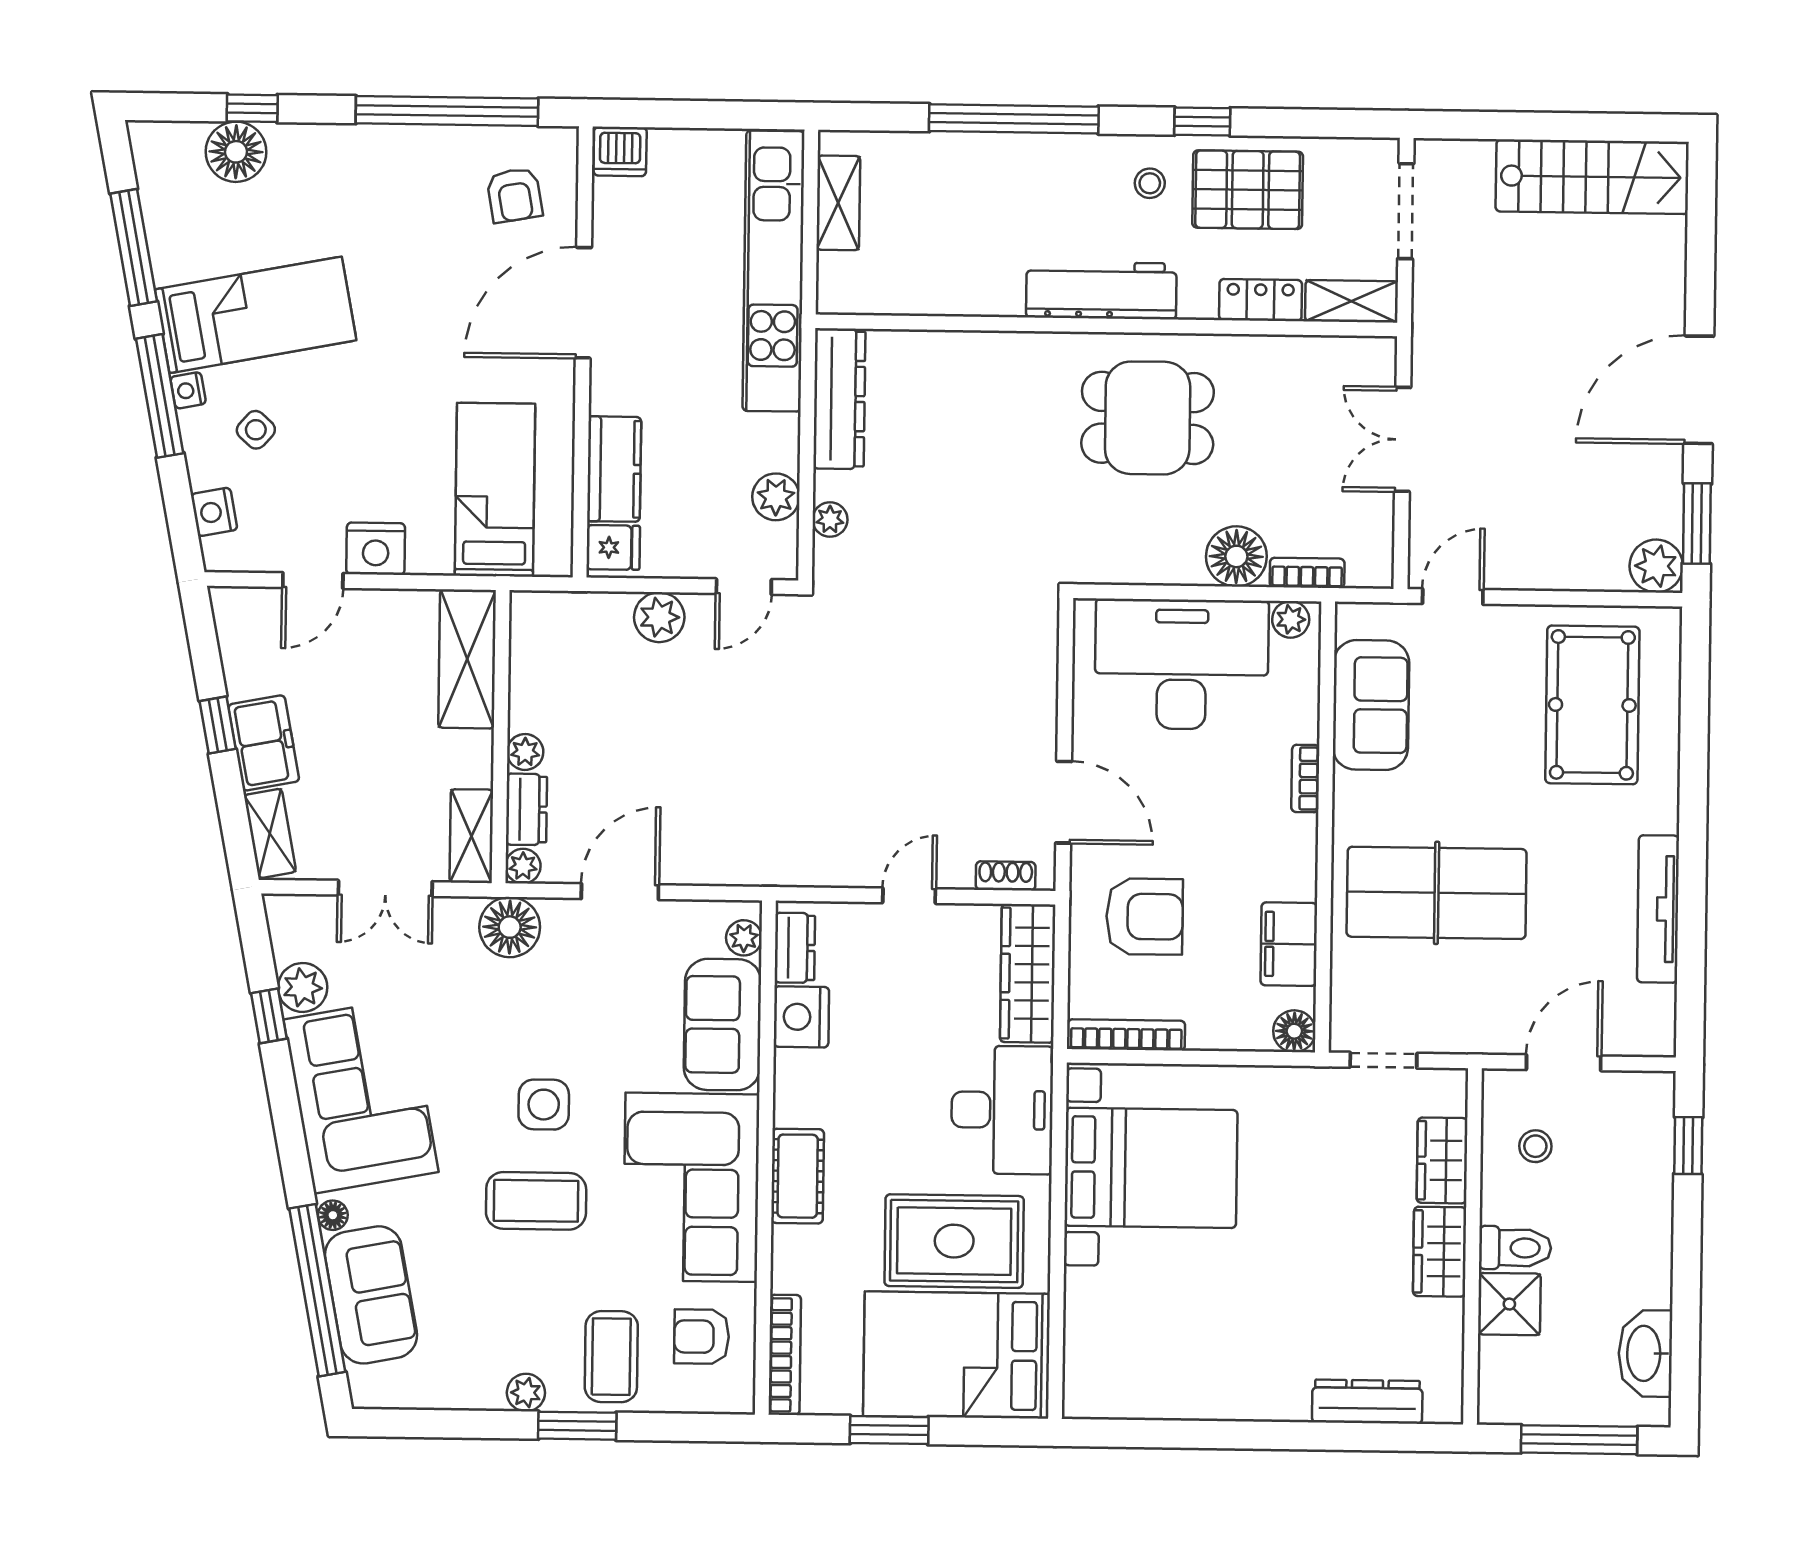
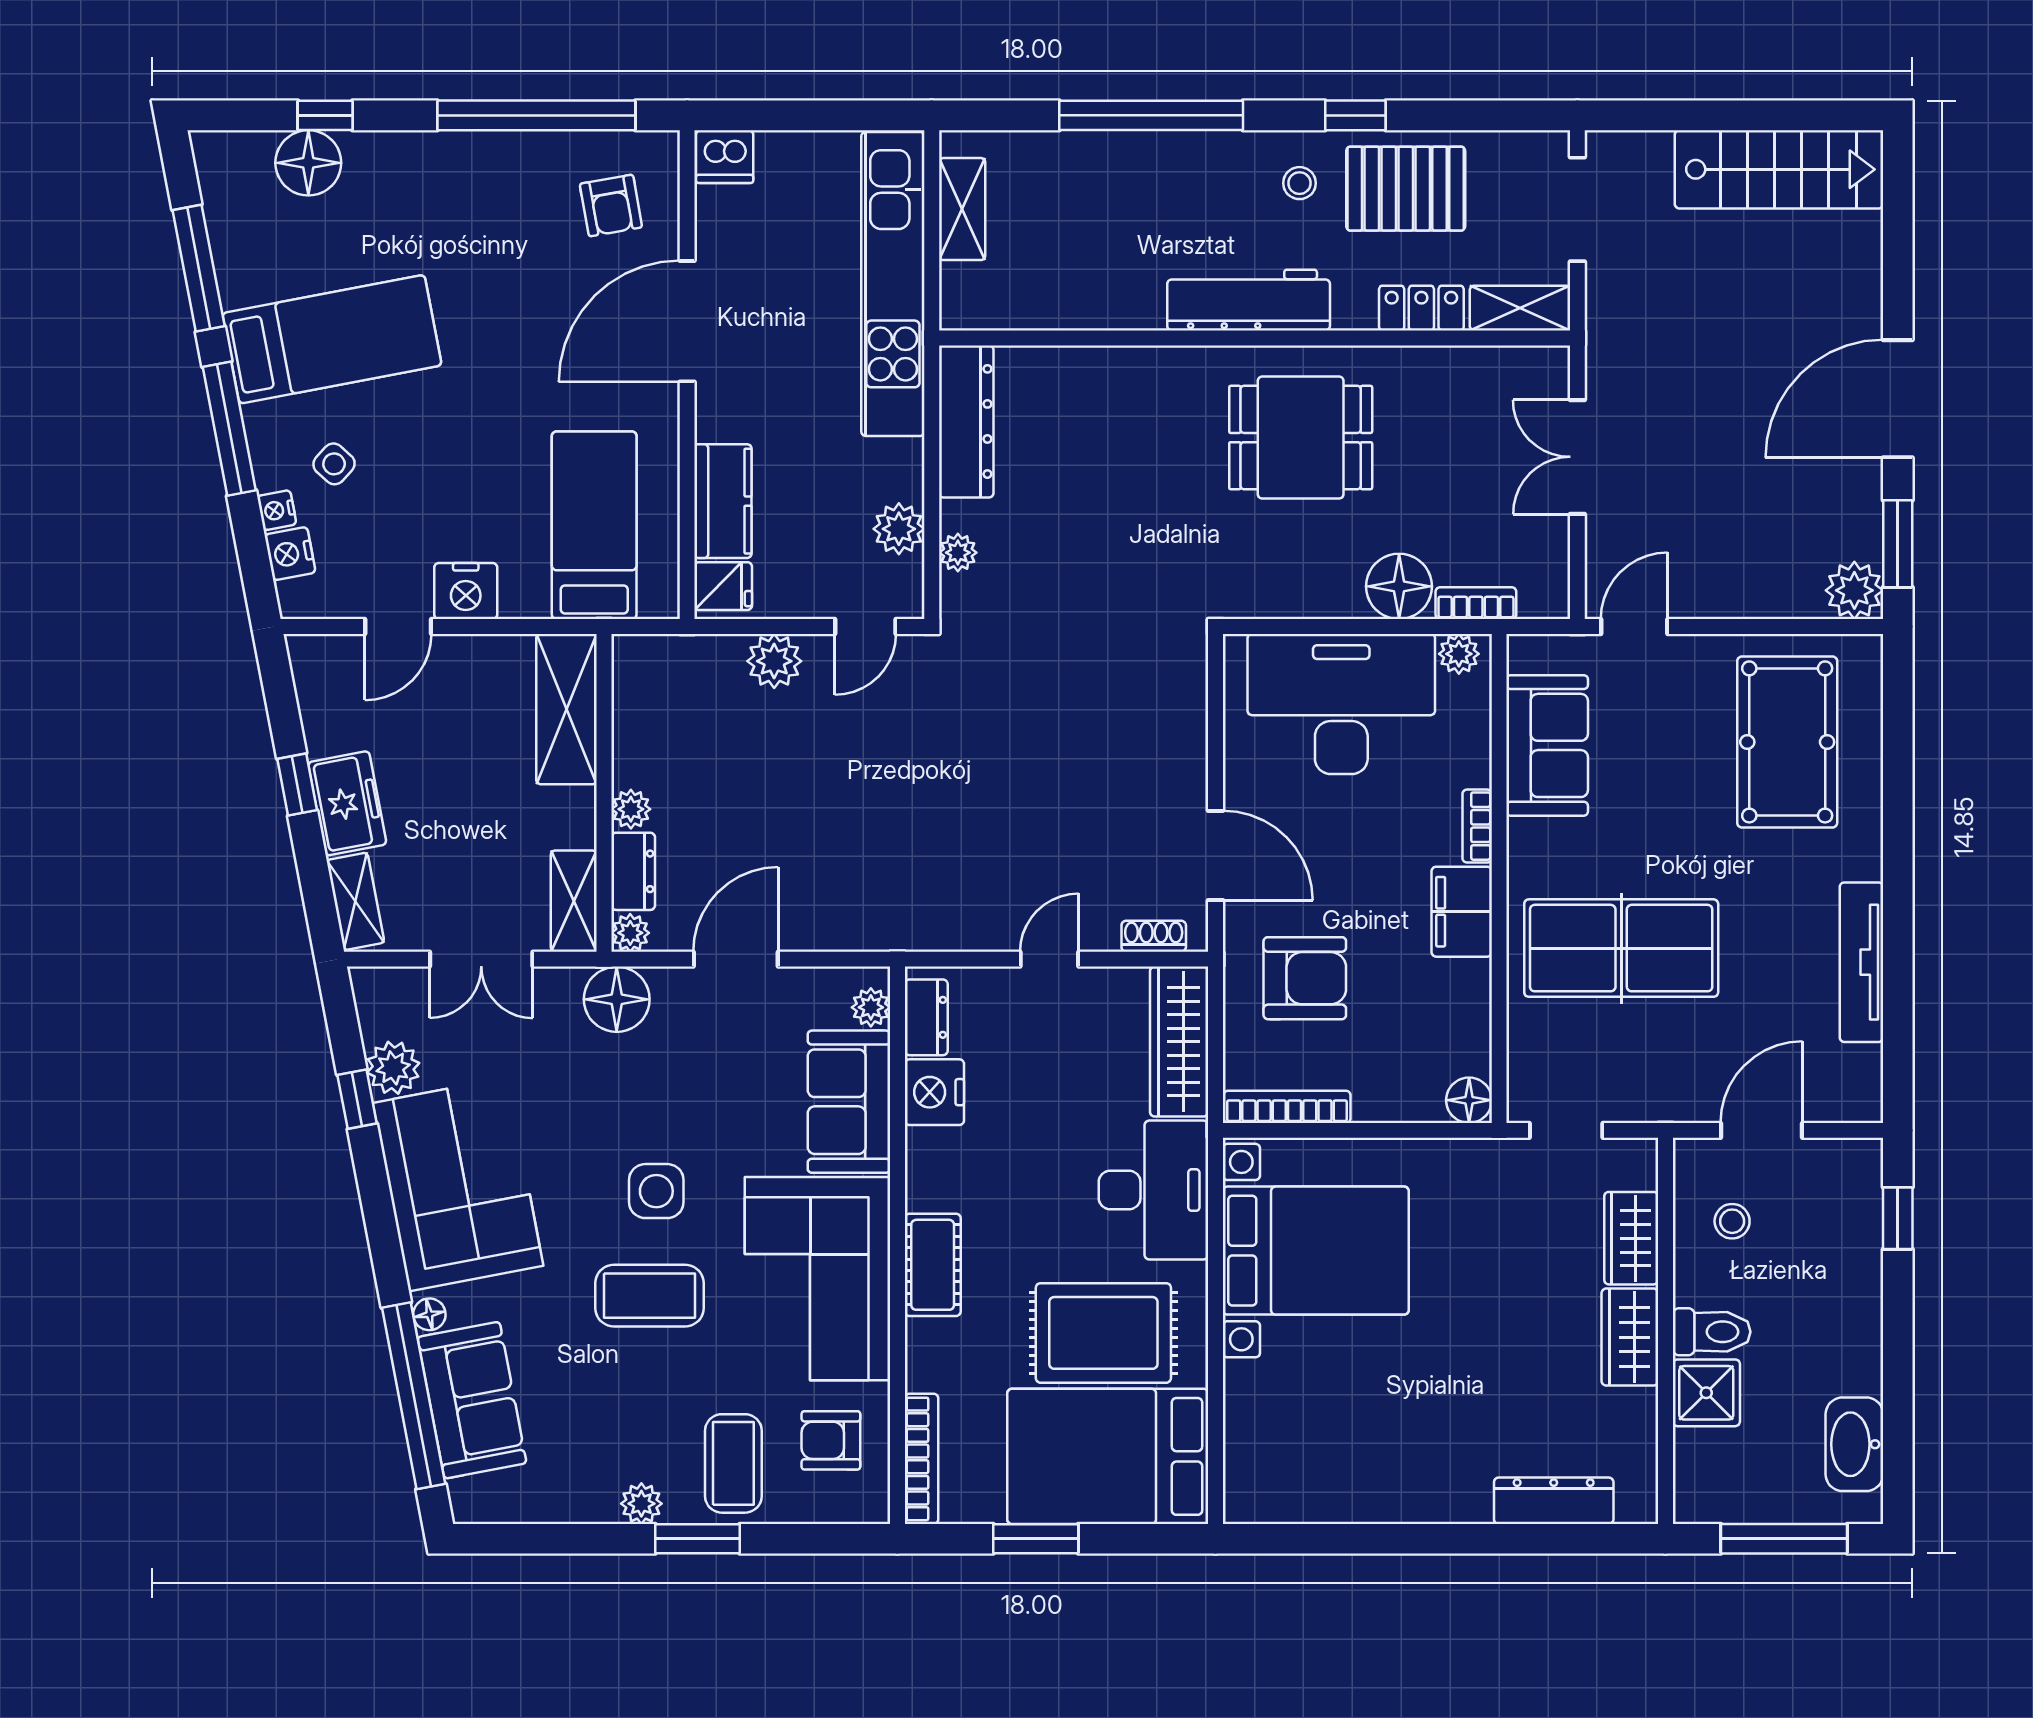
nightstand: (188, 390) -> (277, 510), moved
filing cabinet: (1289, 944) -> (1462, 912), moved

